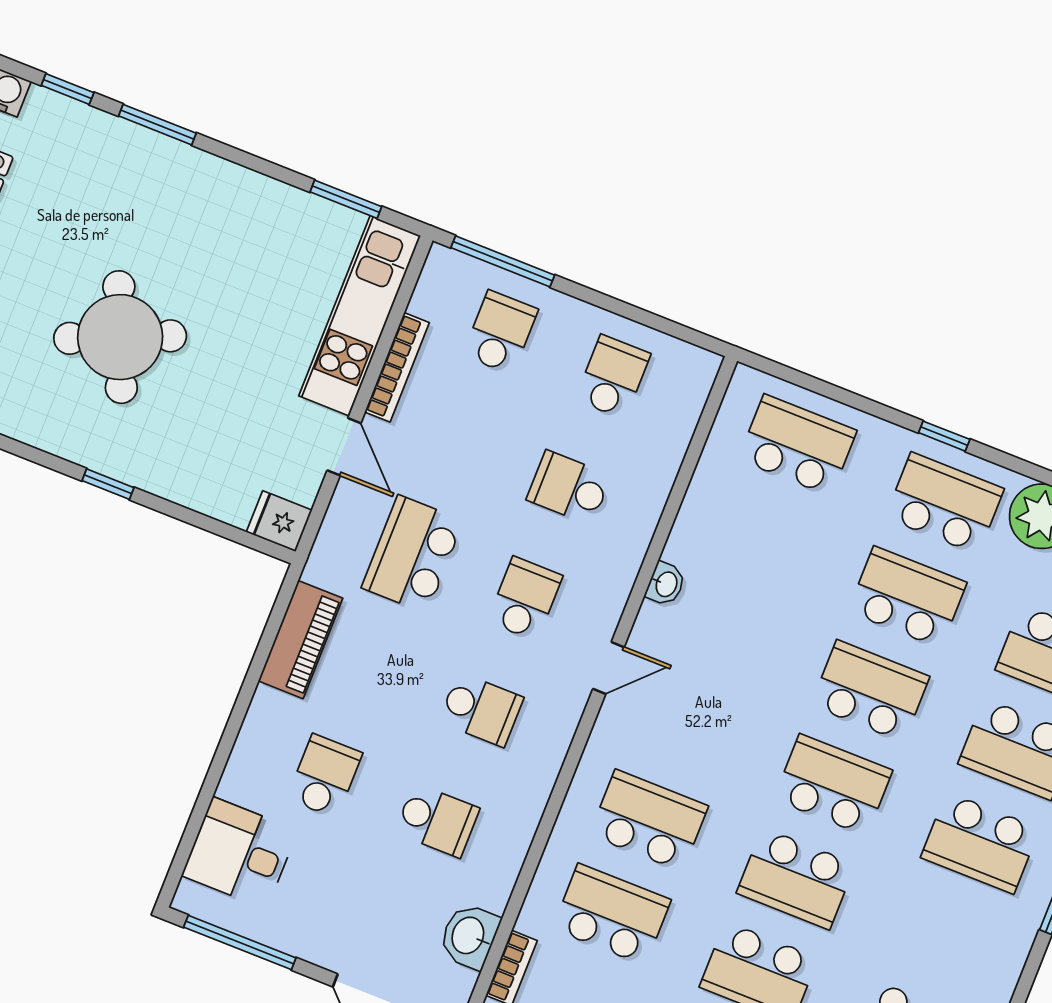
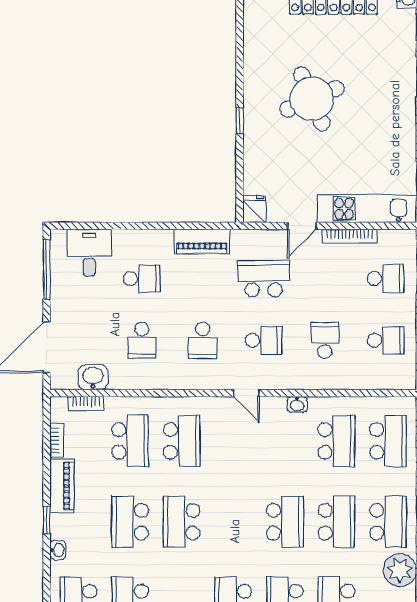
school desk: (833, 785) -> (336, 441), moved

